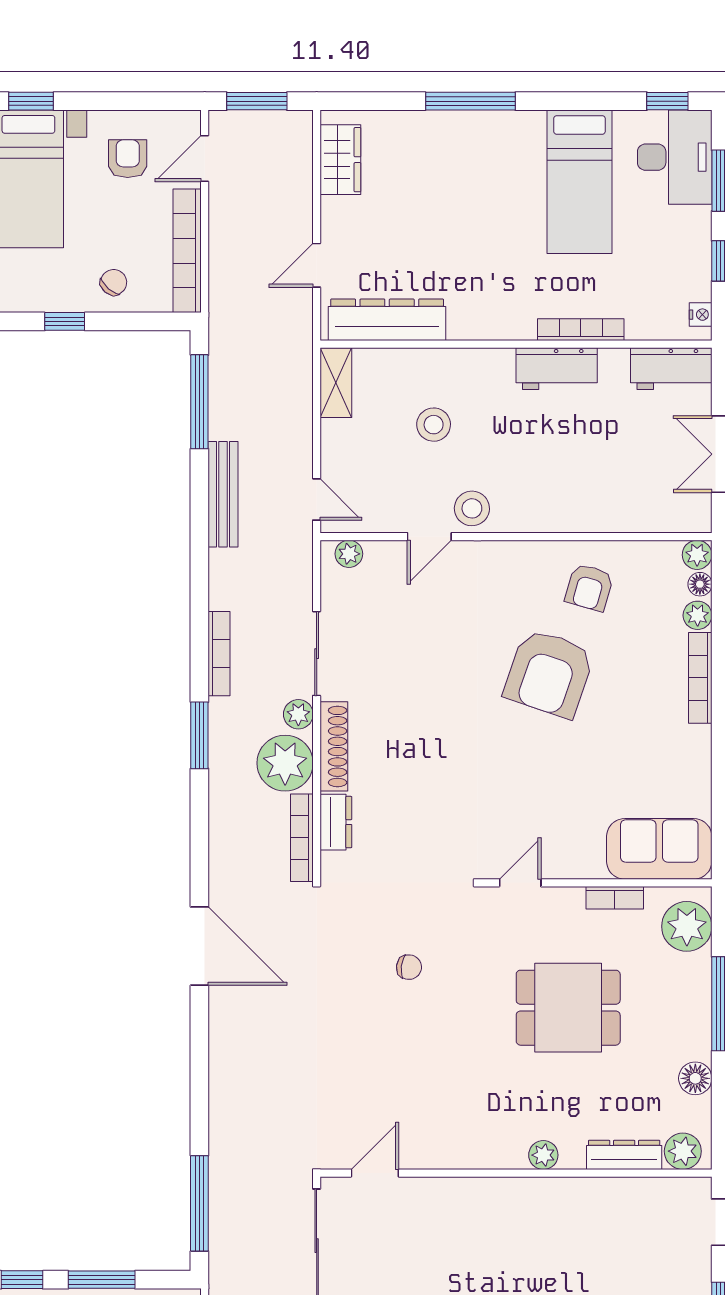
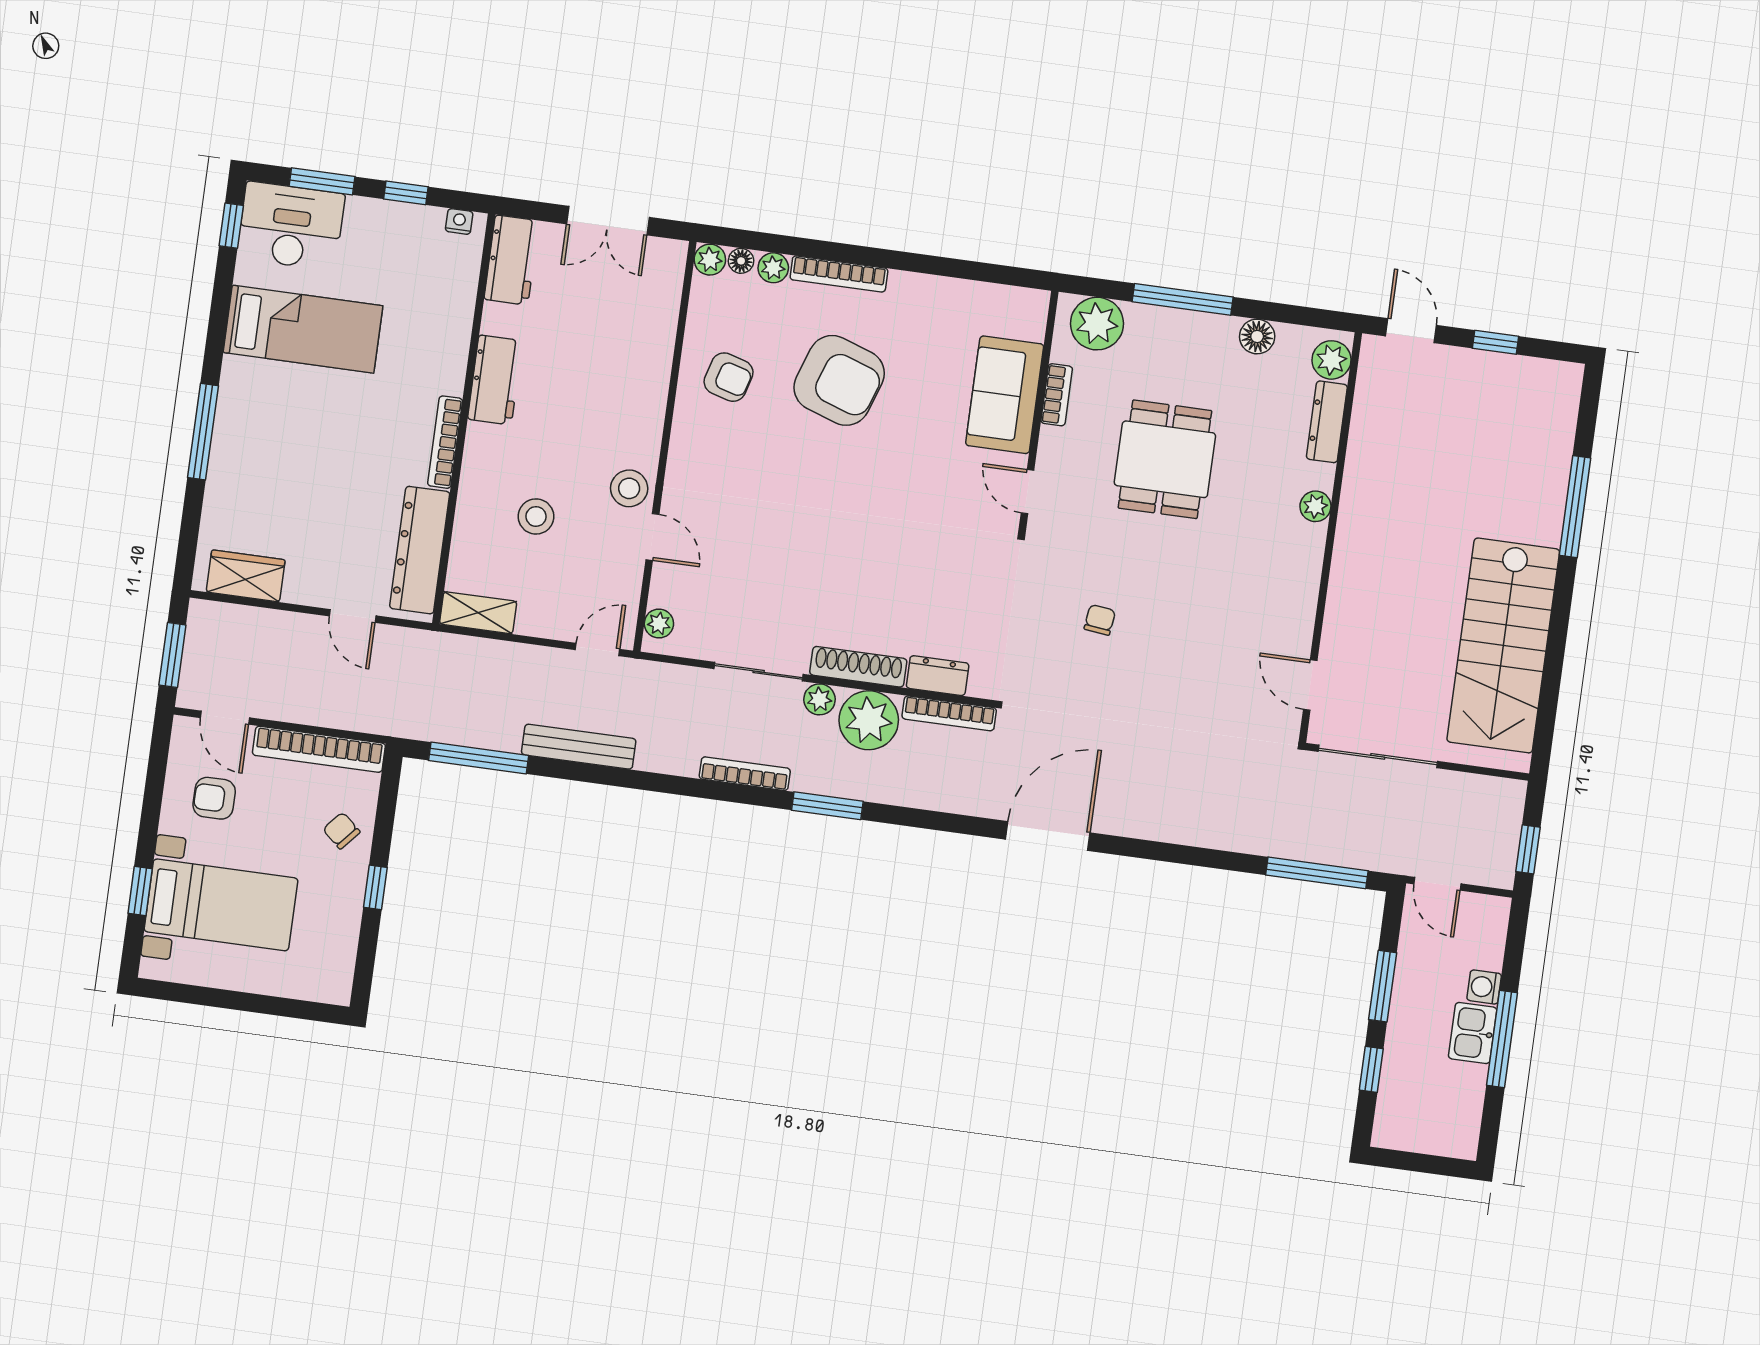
bookcase: (581, 330) -> (445, 442), moved
armchair: (549, 673) -> (839, 380), moved
sofa: (659, 849) -> (1005, 395), moved

